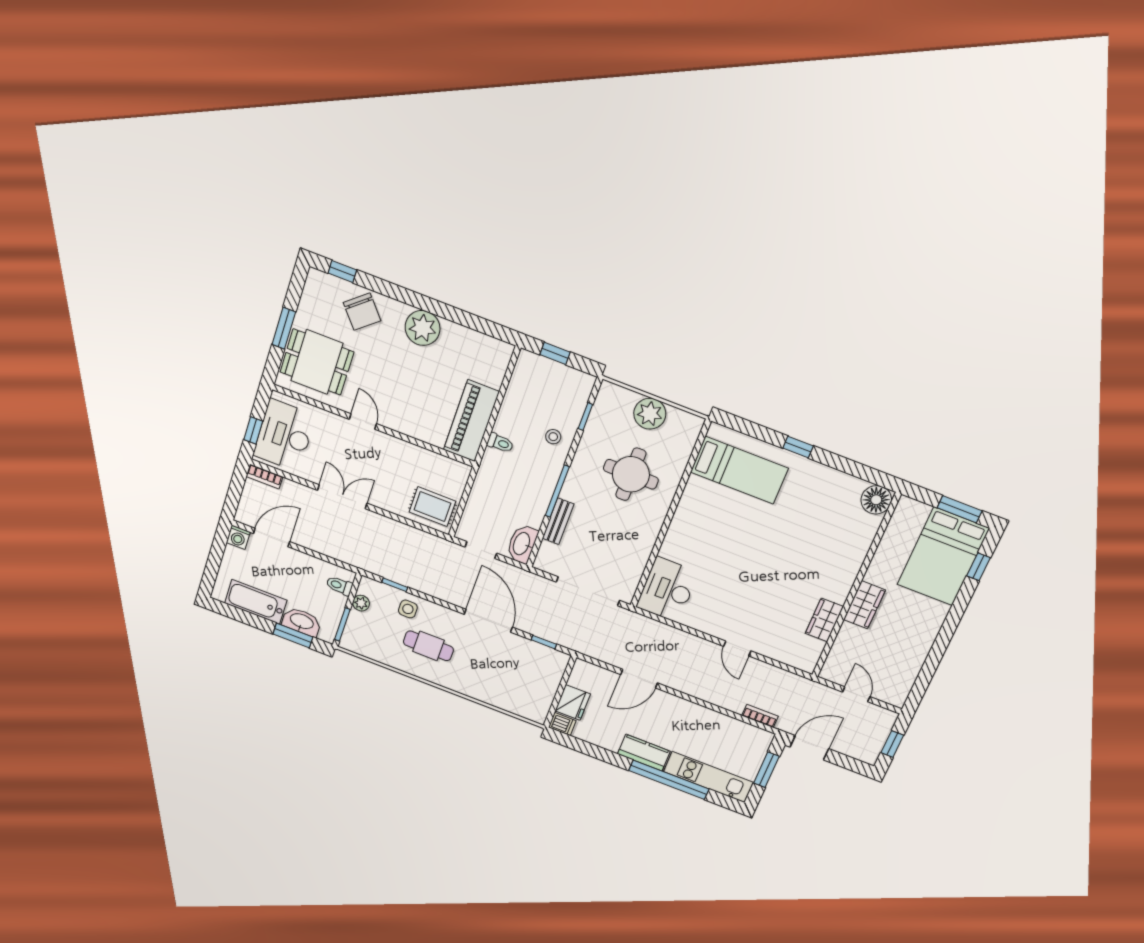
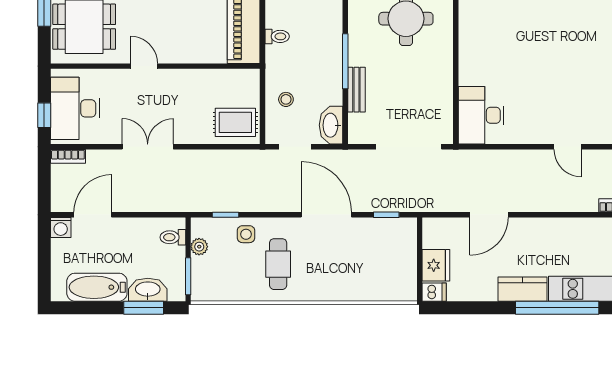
stool: (553, 437) -> (286, 99), moved
cafe table: (428, 646) -> (278, 264), turned 90

